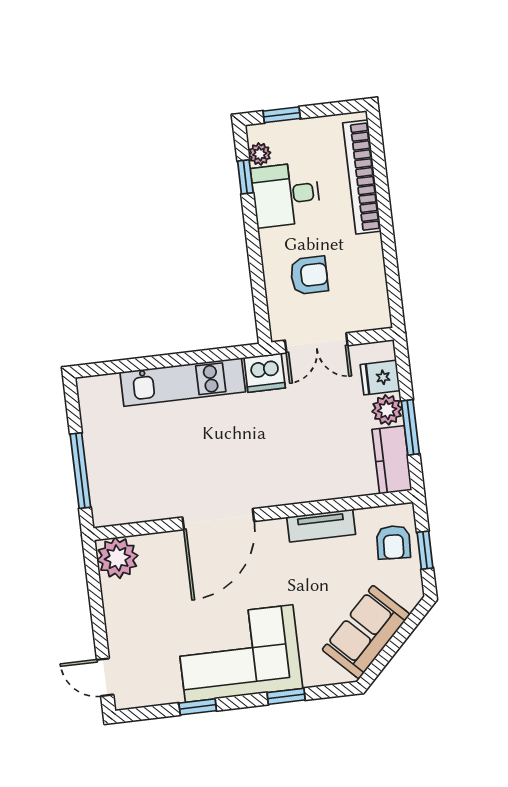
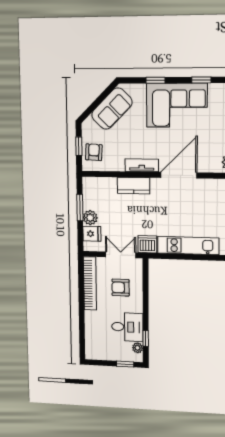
bookcase: (362, 177) -> (90, 283), moved
kitchen counter: (392, 460) -> (134, 186), moved, turned 90
tv unit: (321, 526) -> (142, 165), moved

